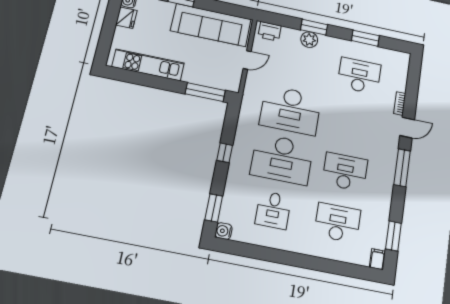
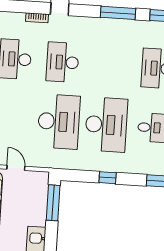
window: (402, 168) -> (118, 13), moved
desk: (345, 172) -> (63, 62), moved

